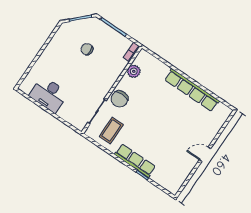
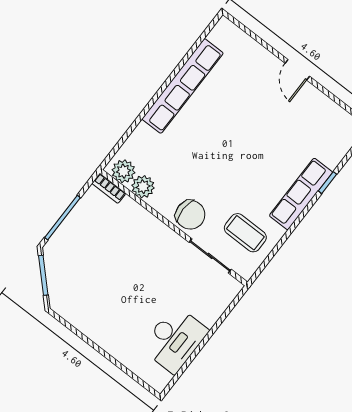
chair: (87, 49) -> (99, 267), removed
plant: (142, 60) -> (124, 171), added

